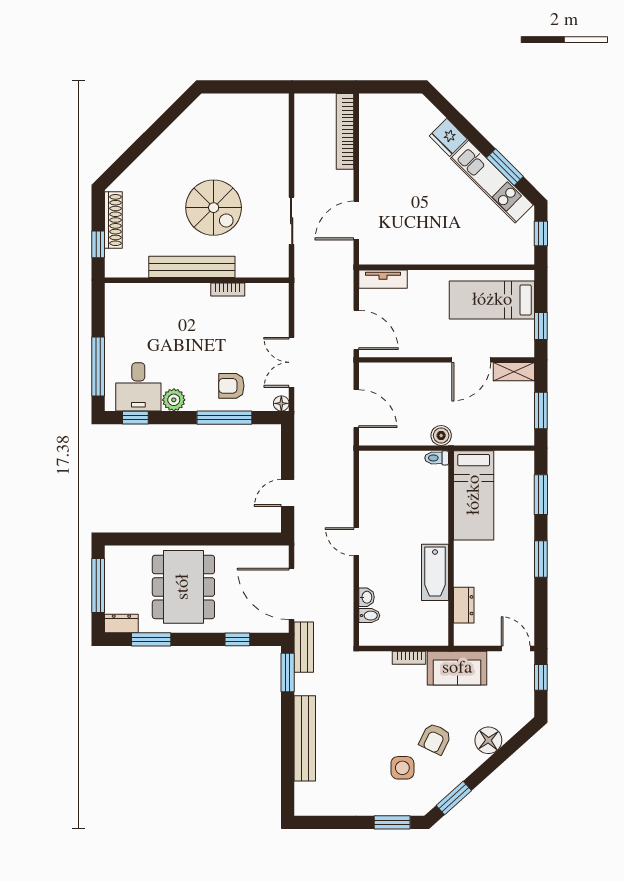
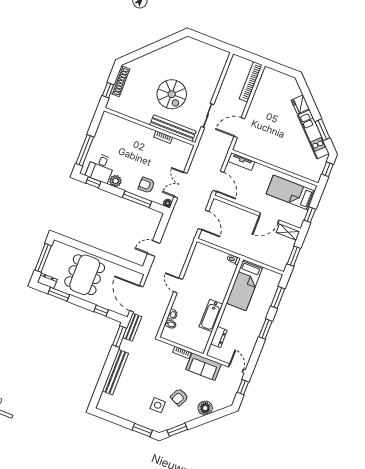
bench: (192, 267) -> (173, 128), moved
boiler: (441, 436) -> (240, 249), removed

